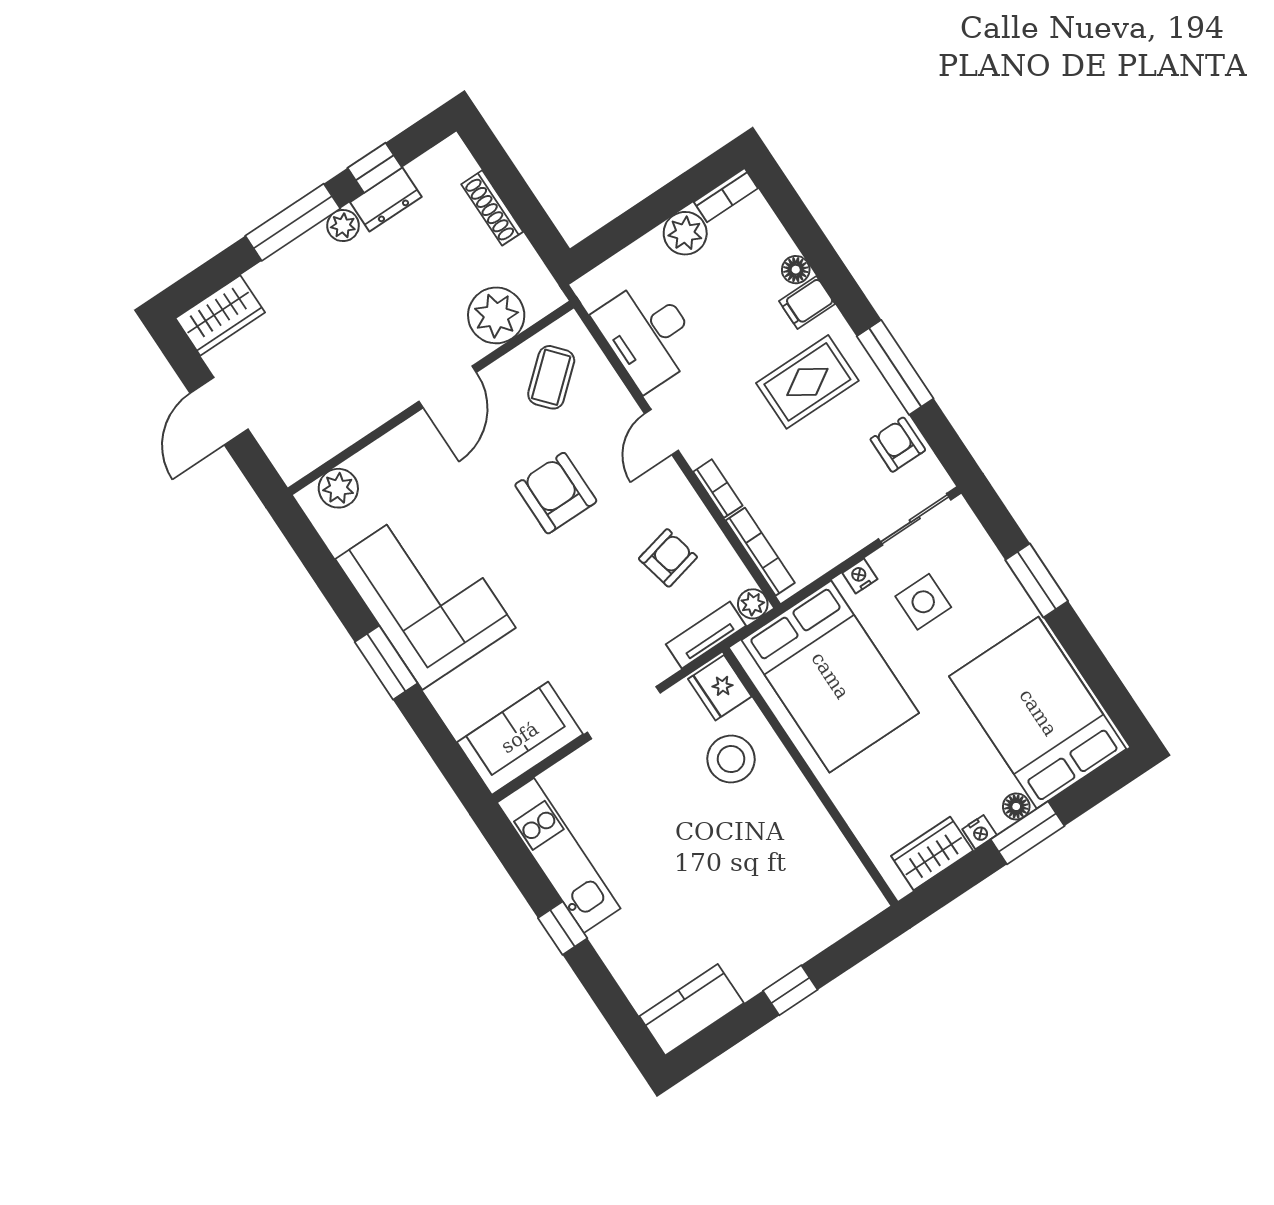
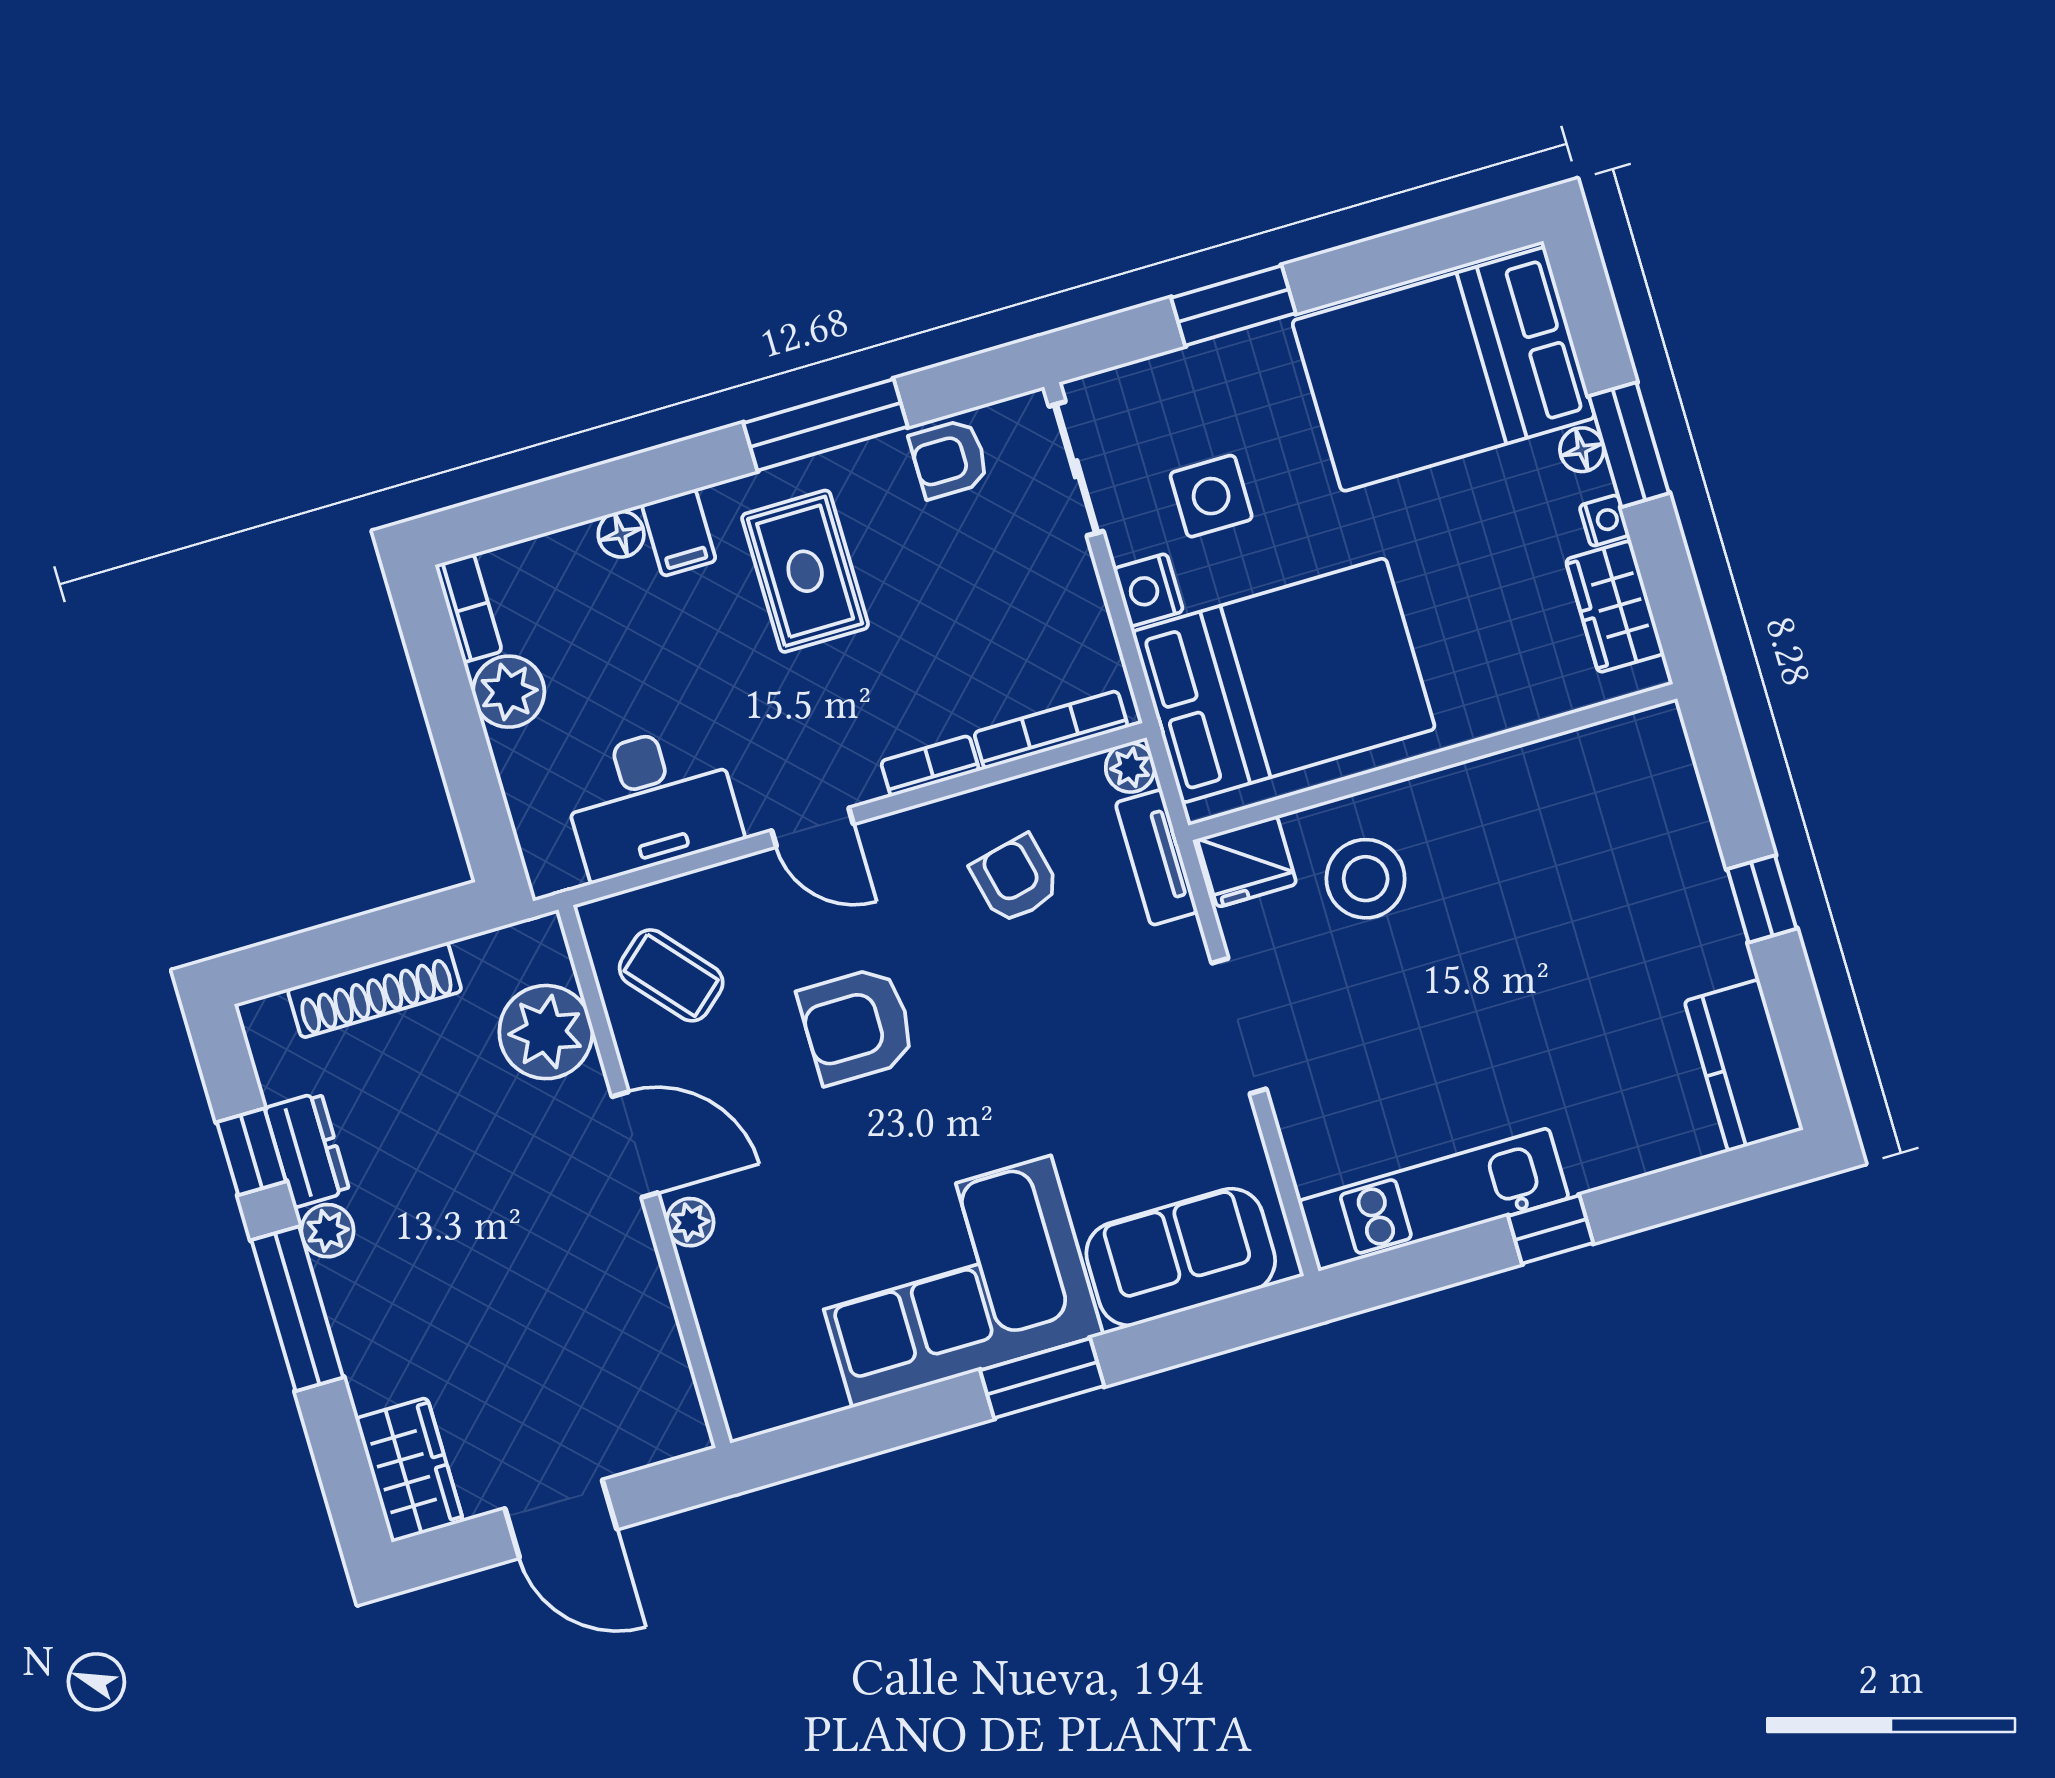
shoe rack: (492, 208) -> (375, 990), width x1.36, depth x1.24
plant: (338, 488) -> (690, 1222), moved, width x0.73, depth x0.73
nightstand: (860, 576) -> (1148, 590), width x1.39, depth x1.35
sofa: (520, 738) -> (1181, 1257), moved, turned 90

